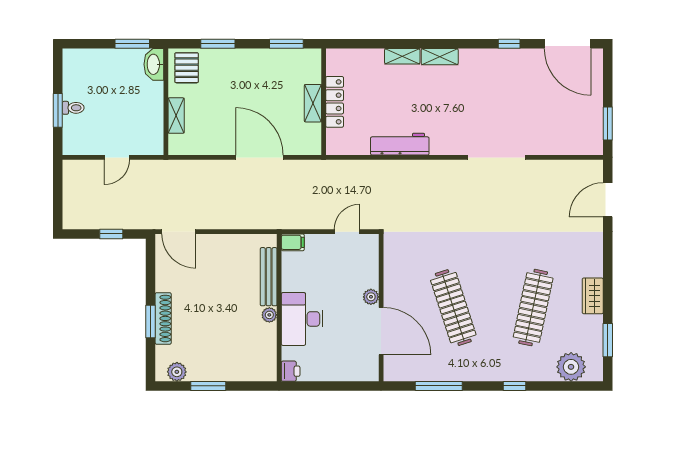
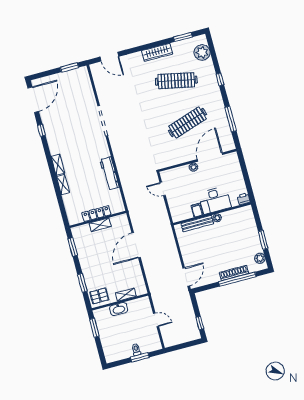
washbasin: (154, 64) -> (119, 309), moved
window: (111, 234) -> (200, 323), moved
filing cabinet: (293, 242) -> (197, 210), moved
wardrobe: (593, 296) -> (157, 52), width x1.50
window: (151, 322) -> (237, 279), width x2.11

